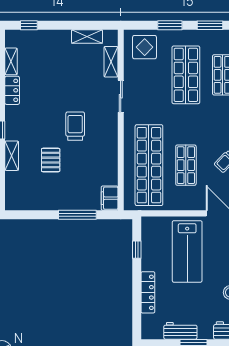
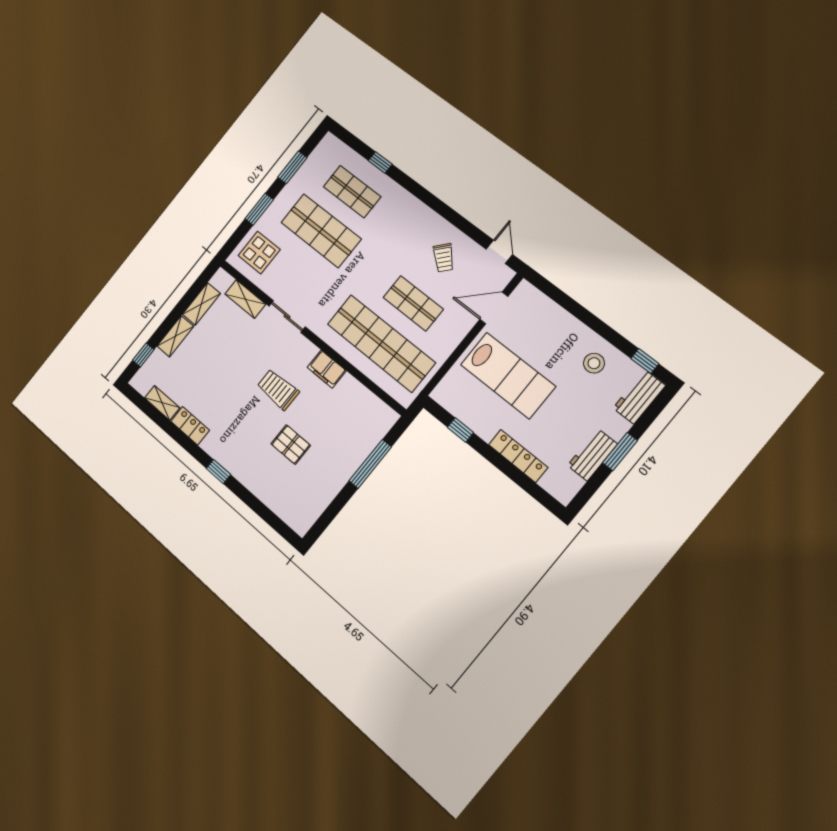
shelving: (12, 156) -> (175, 336), moved, turned 90
filing cabinet: (110, 198) -> (327, 369), moved

